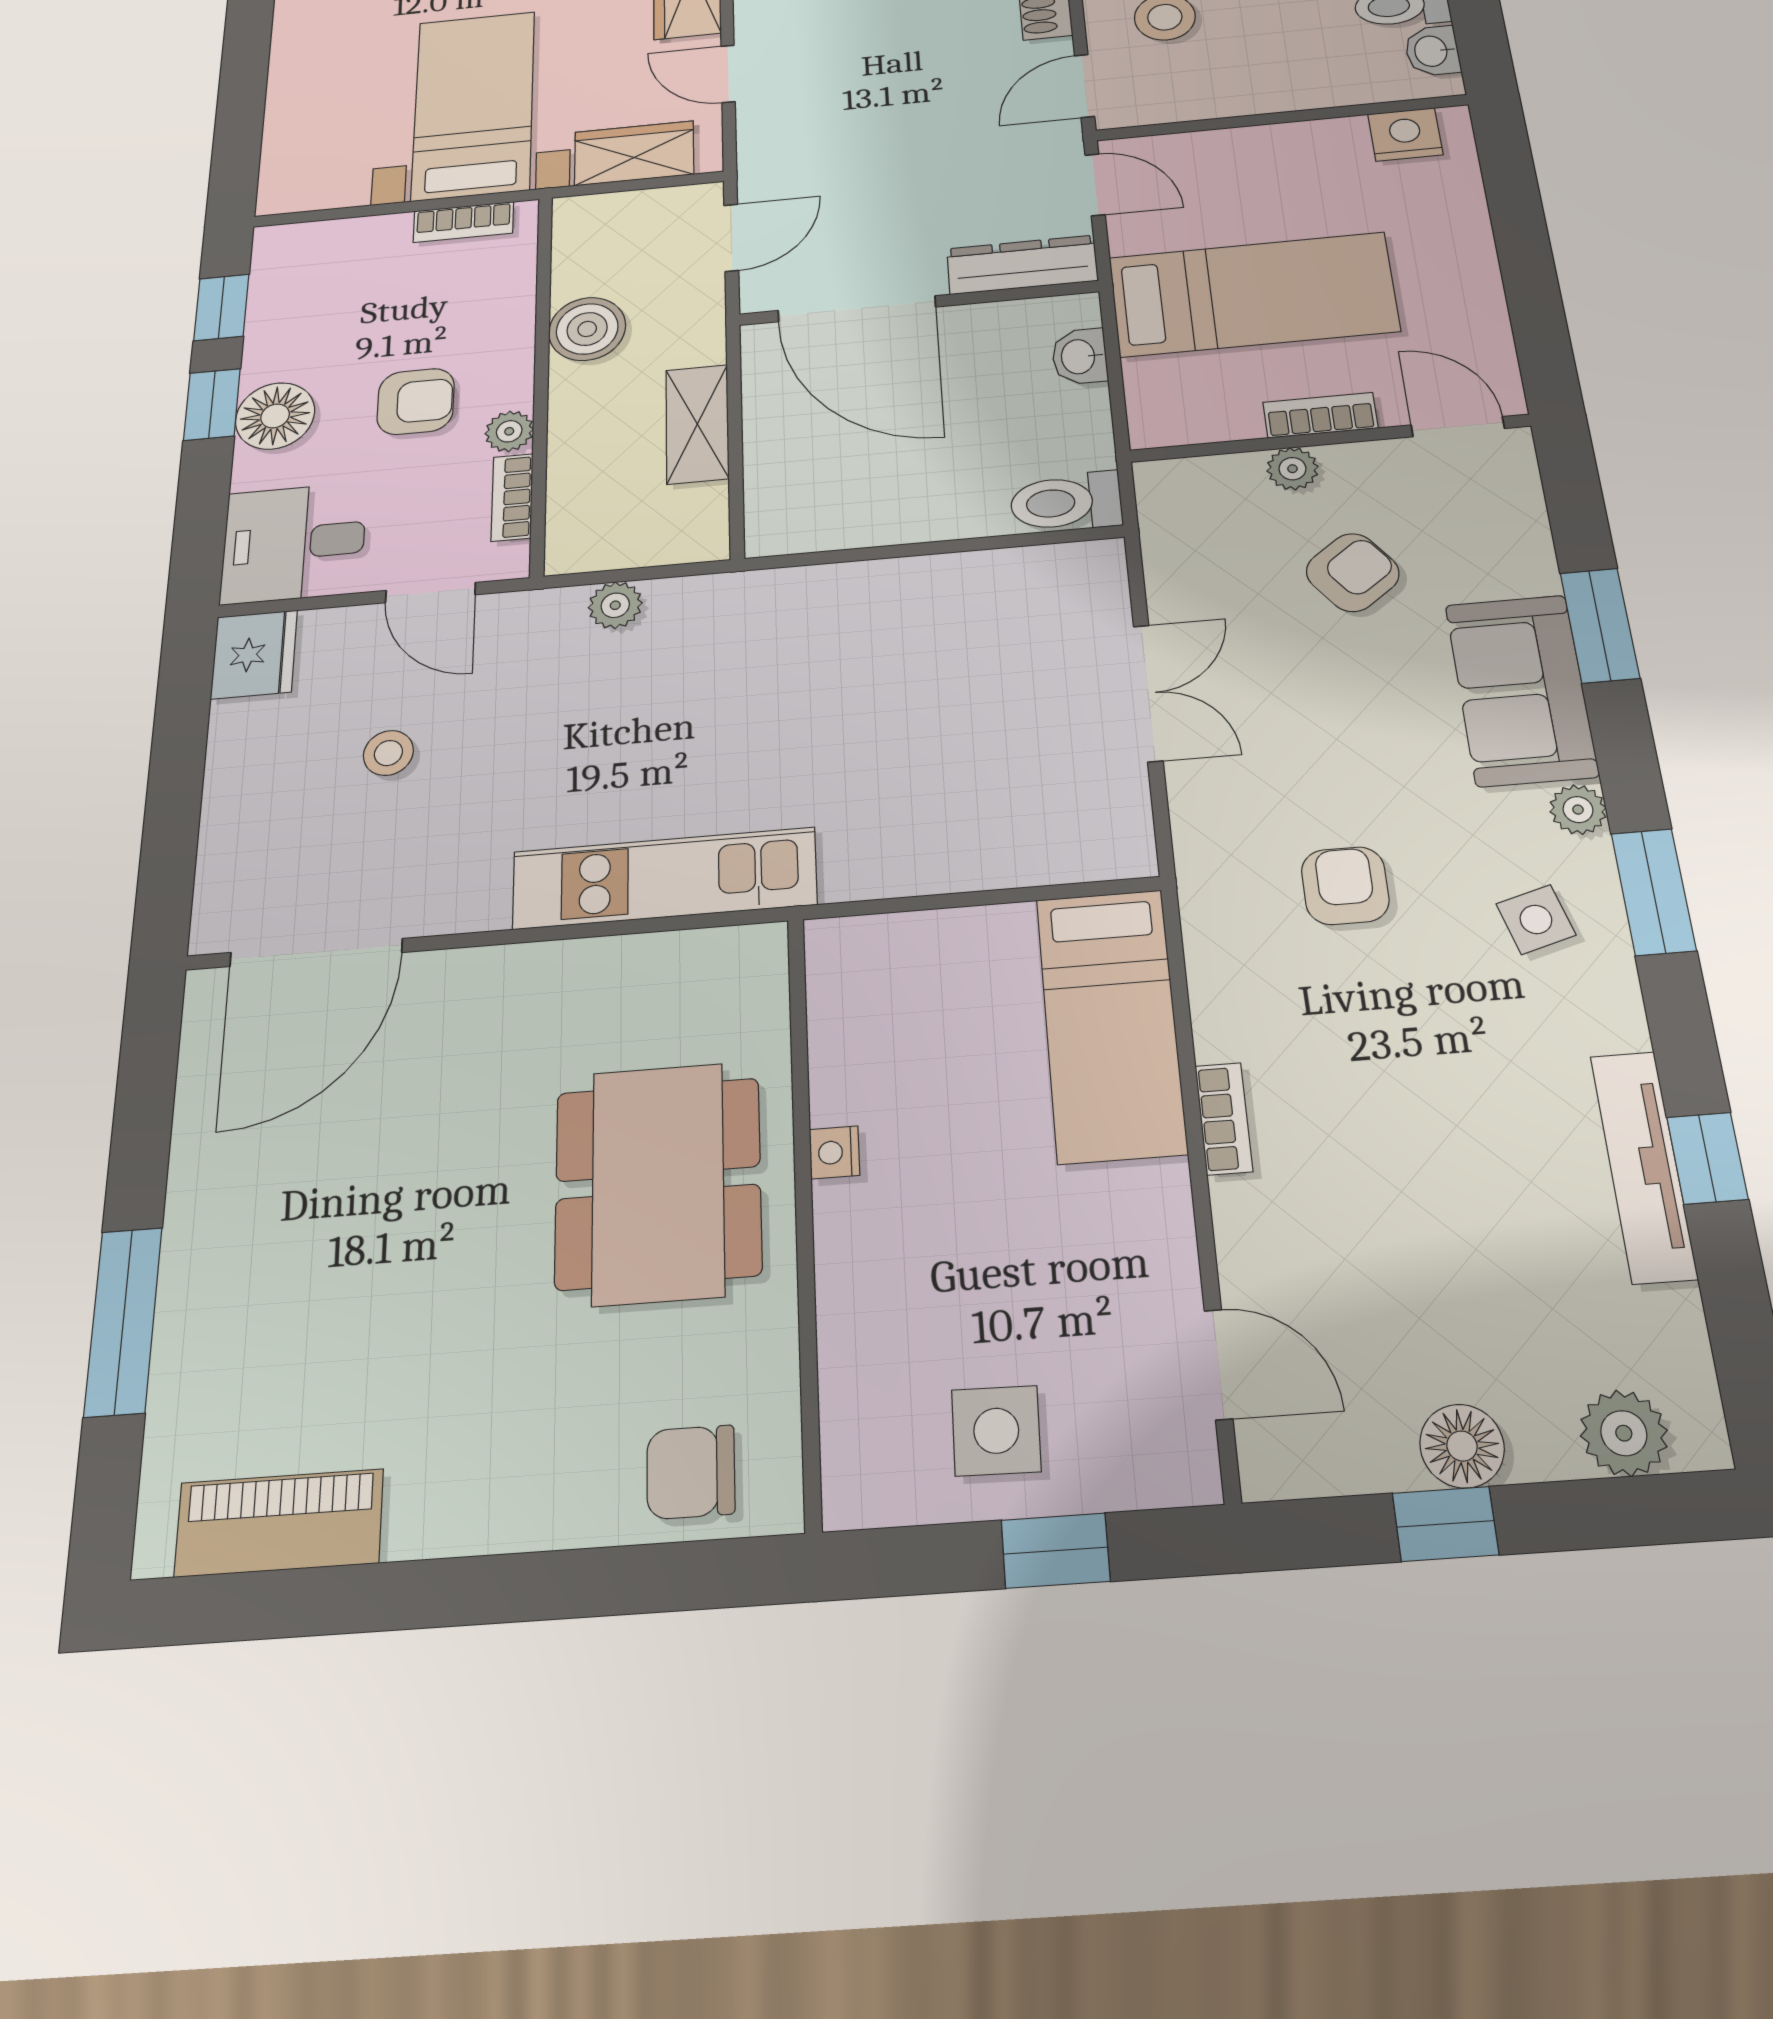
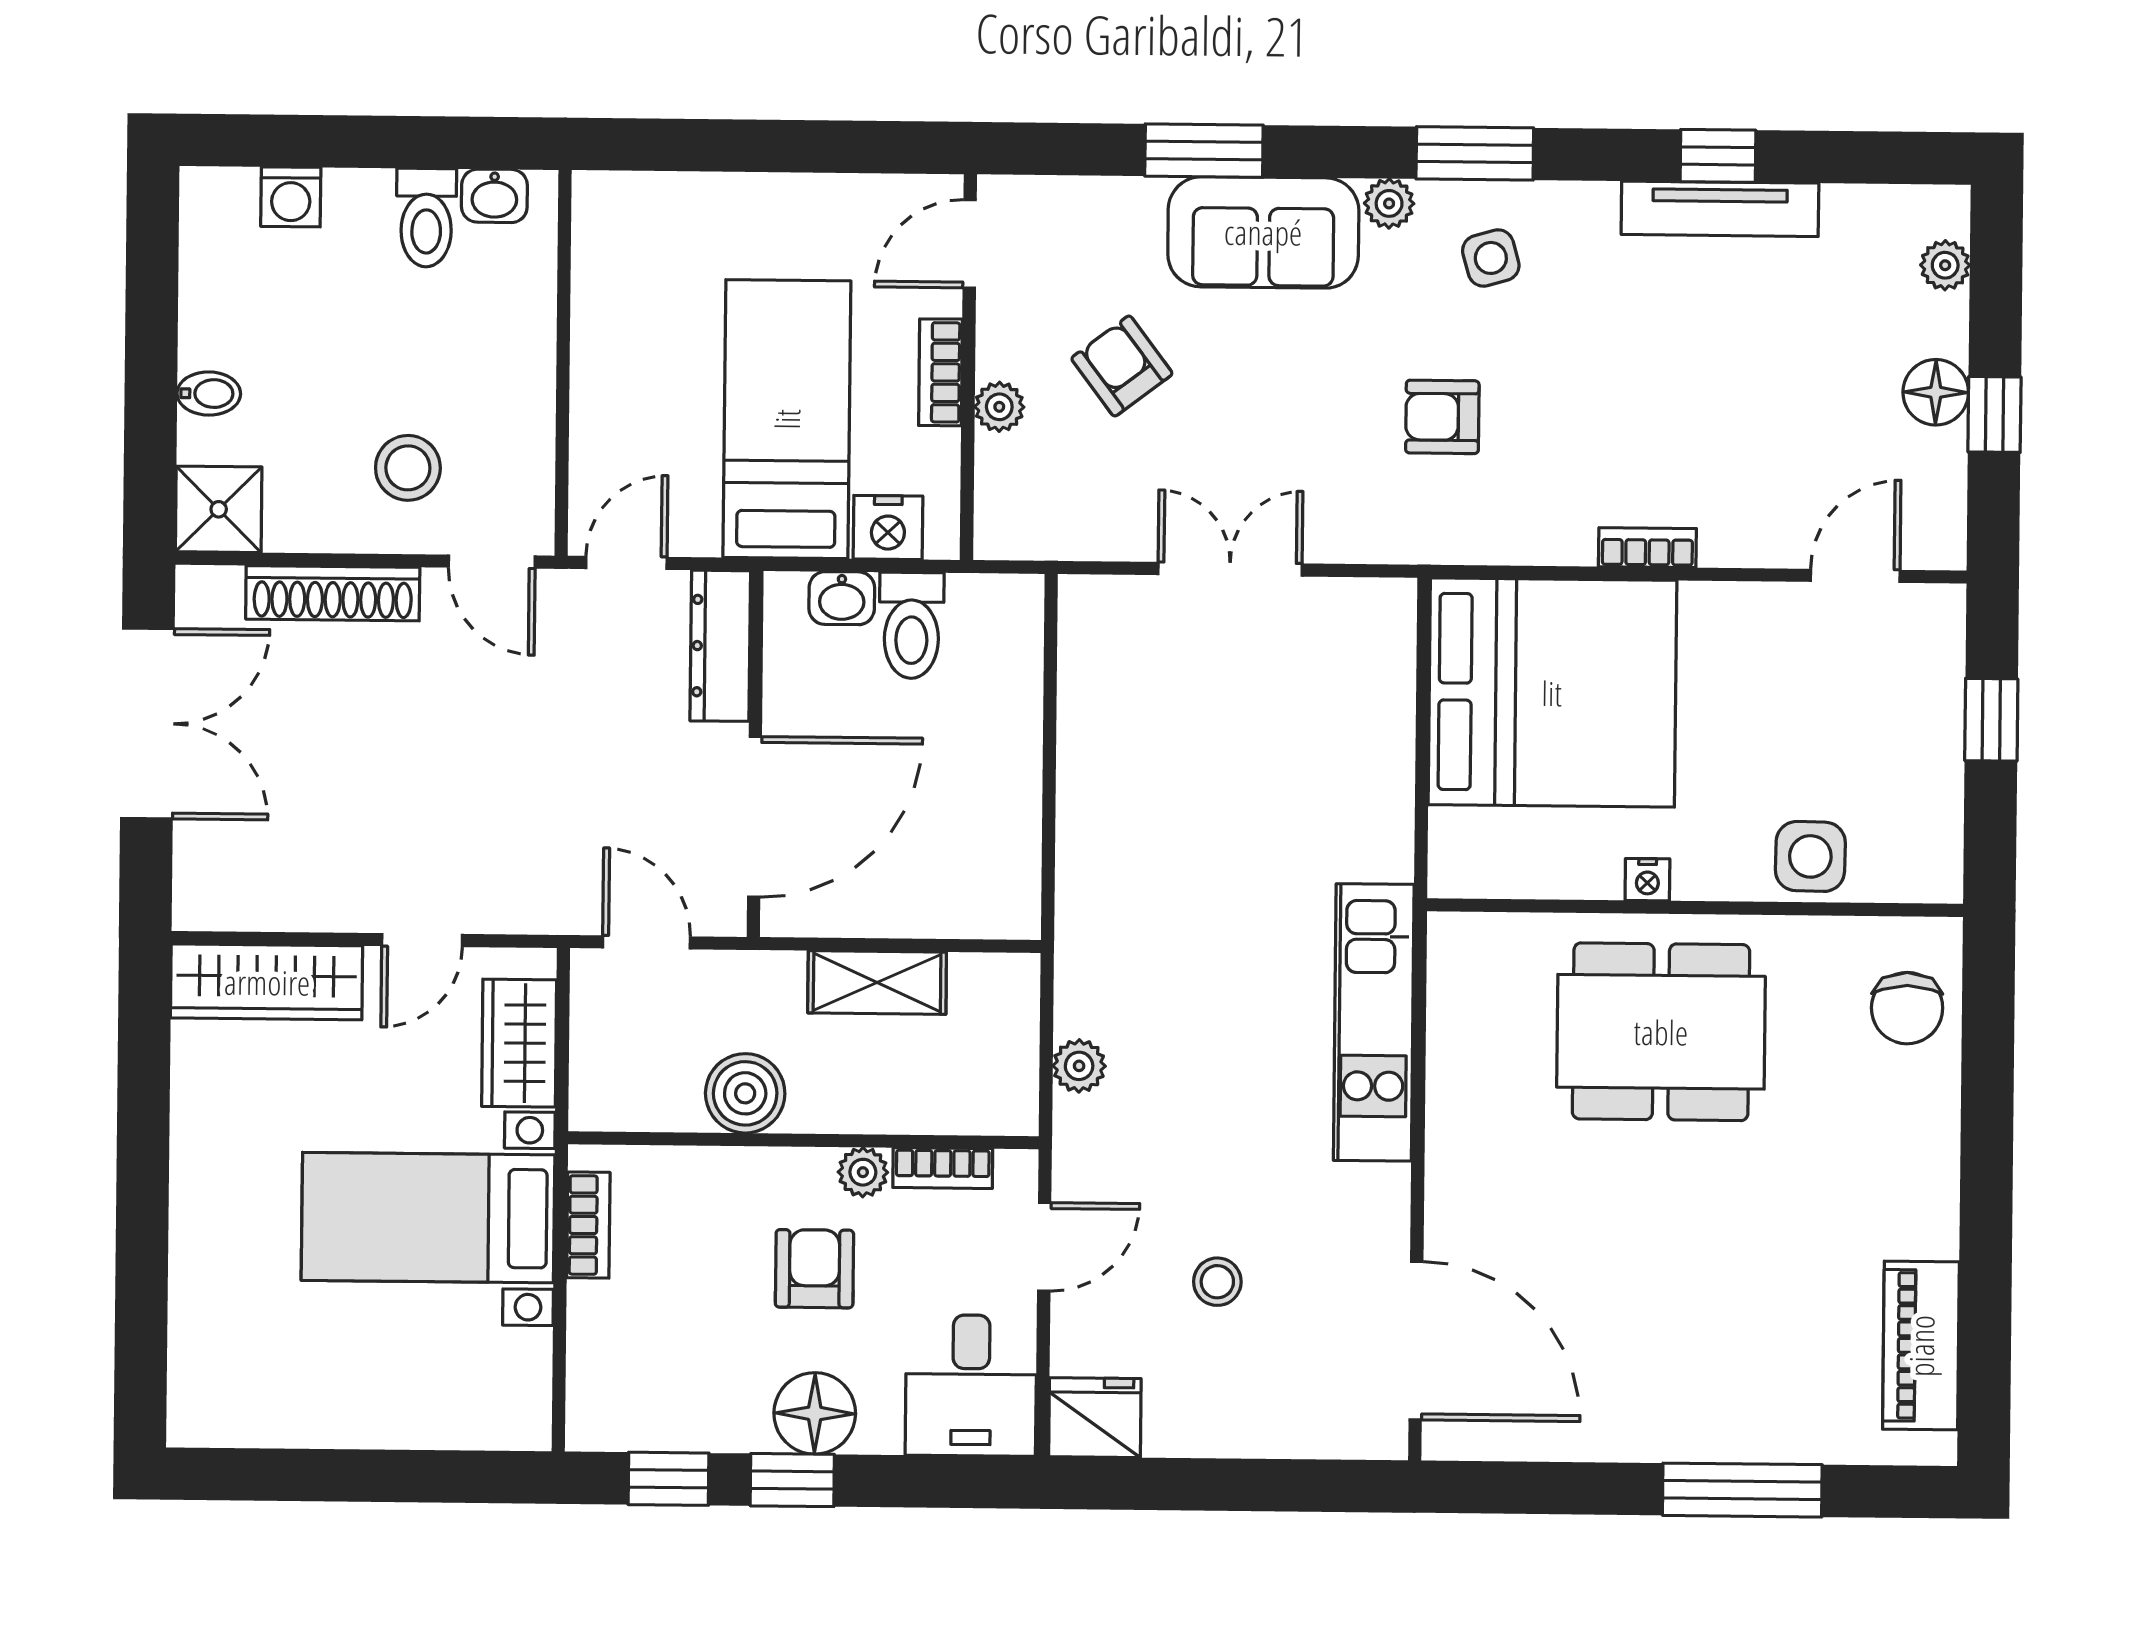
nightstand: (1405, 134) -> (888, 527), moved, turned -90
toilet: (1066, 502) -> (911, 625), moved
bed: (1111, 1024) -> (1552, 693), width x2.04
side table: (996, 1431) -> (1810, 856), moved
plant: (1624, 1433) -> (1945, 265), width x0.73, depth x0.73

